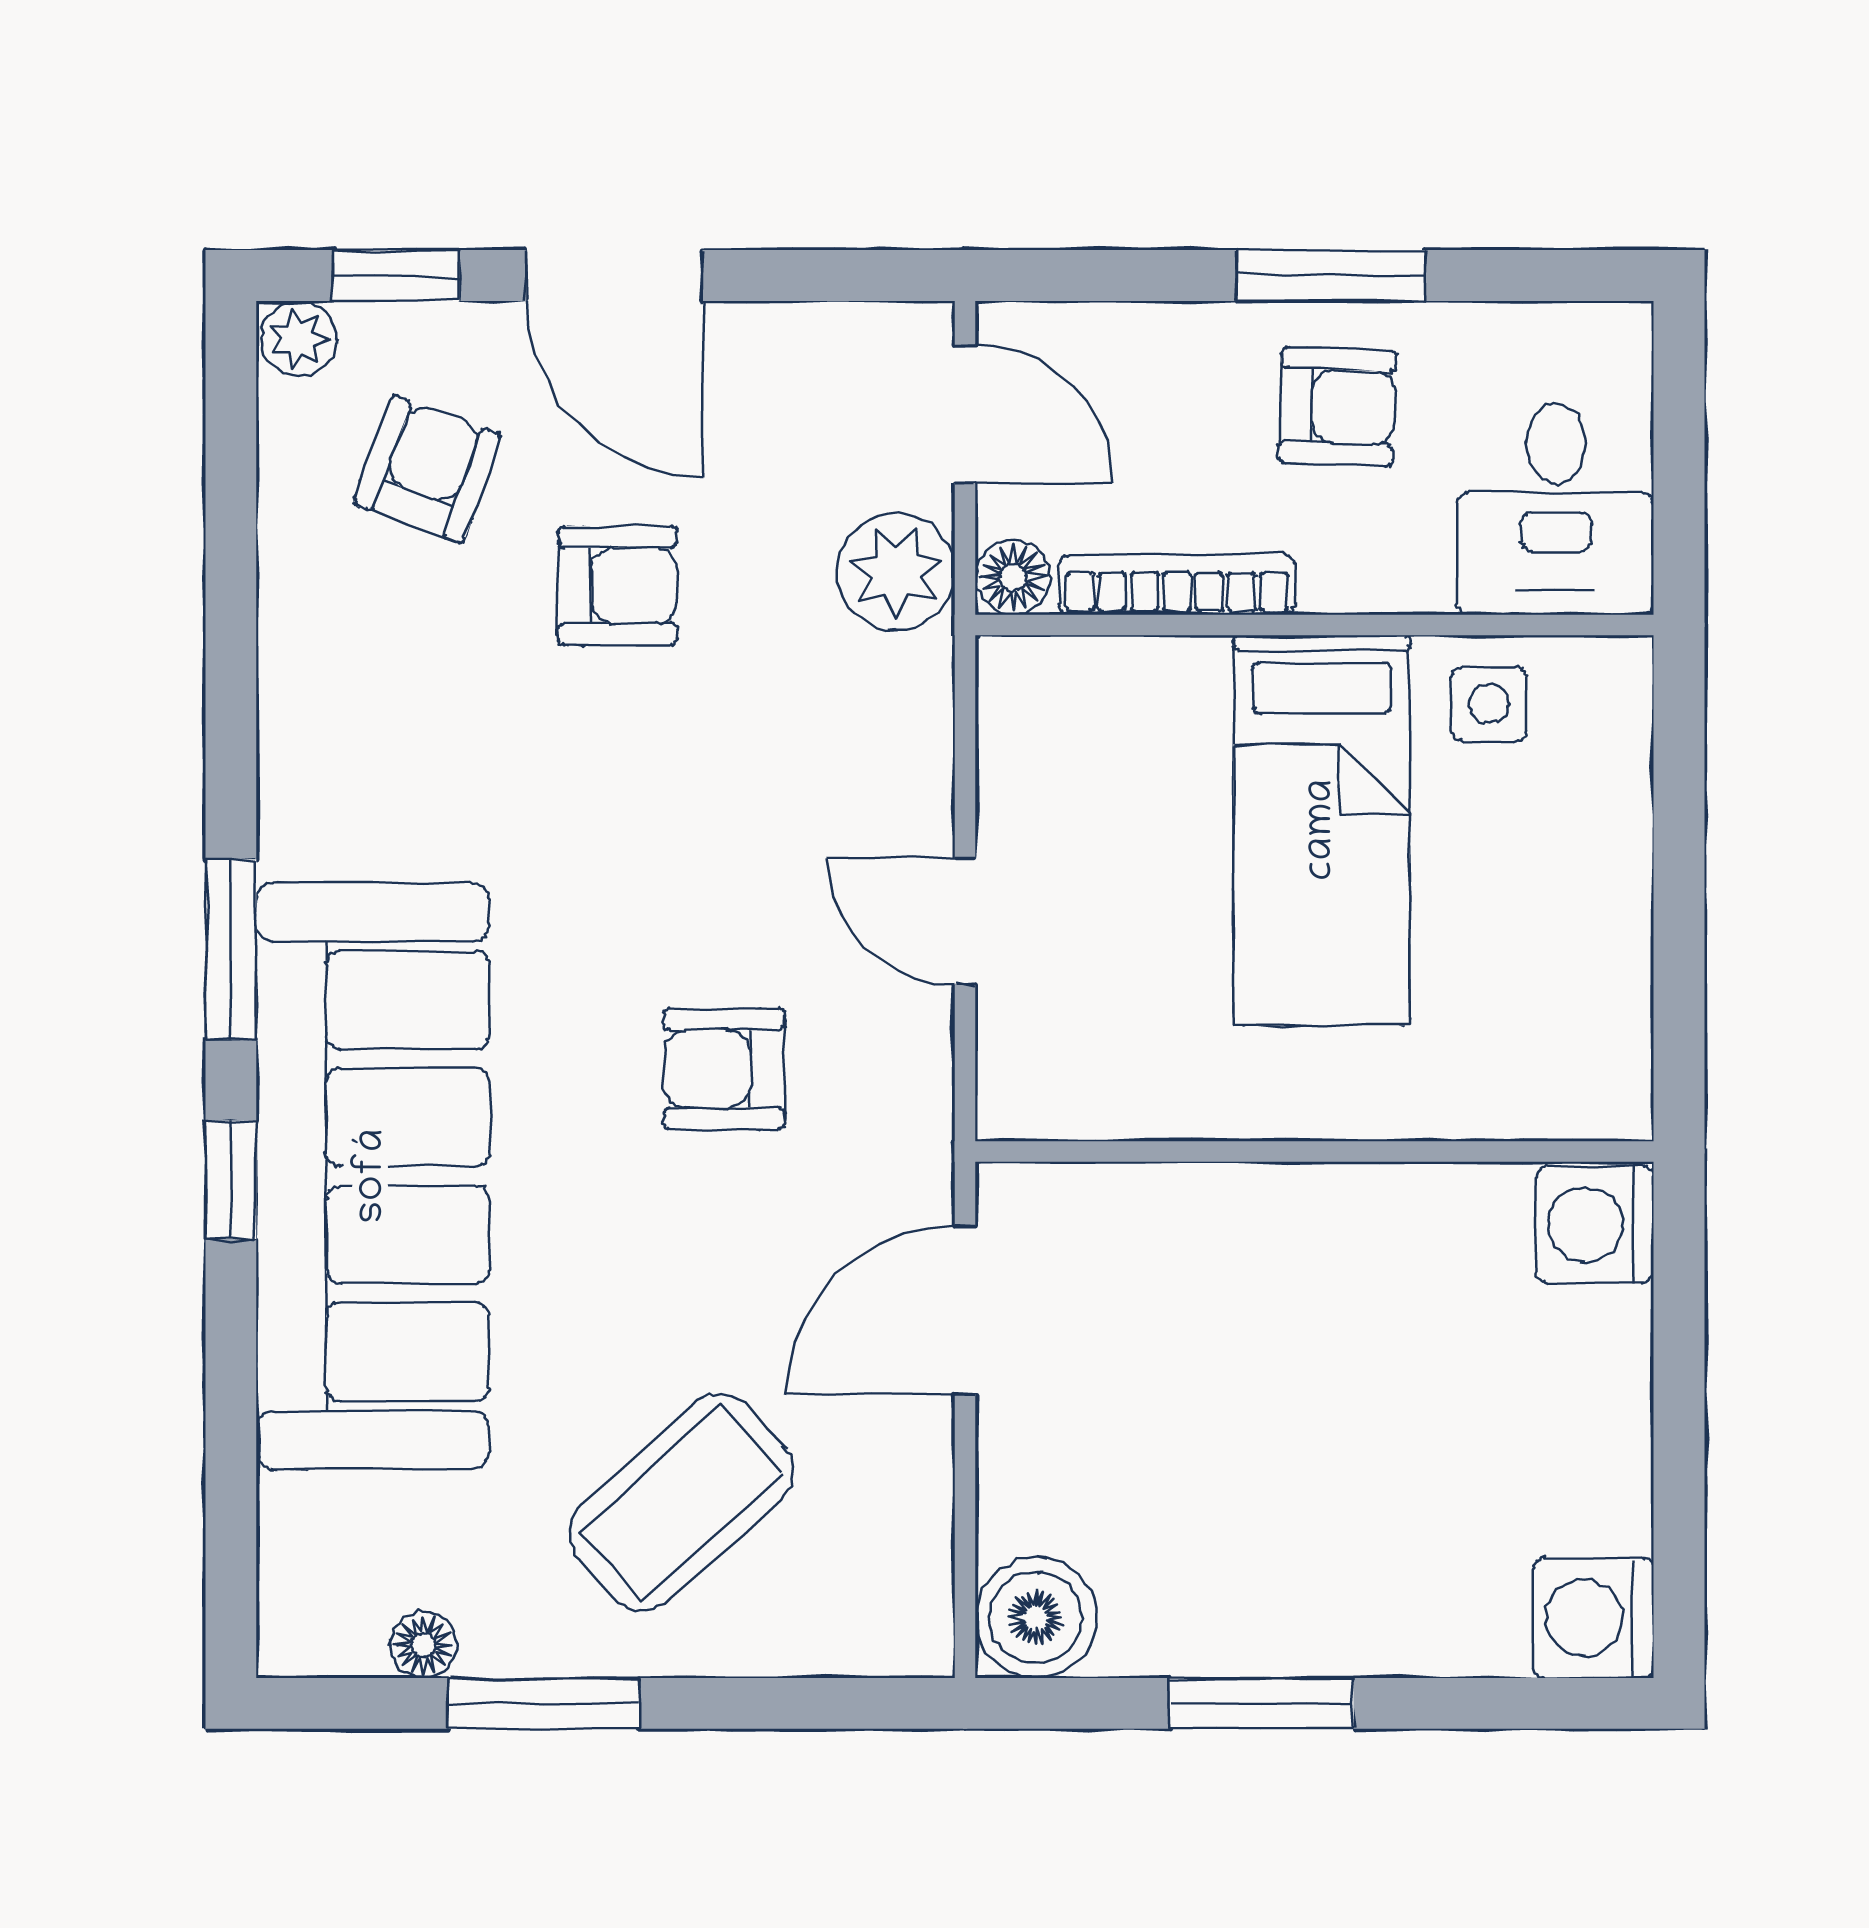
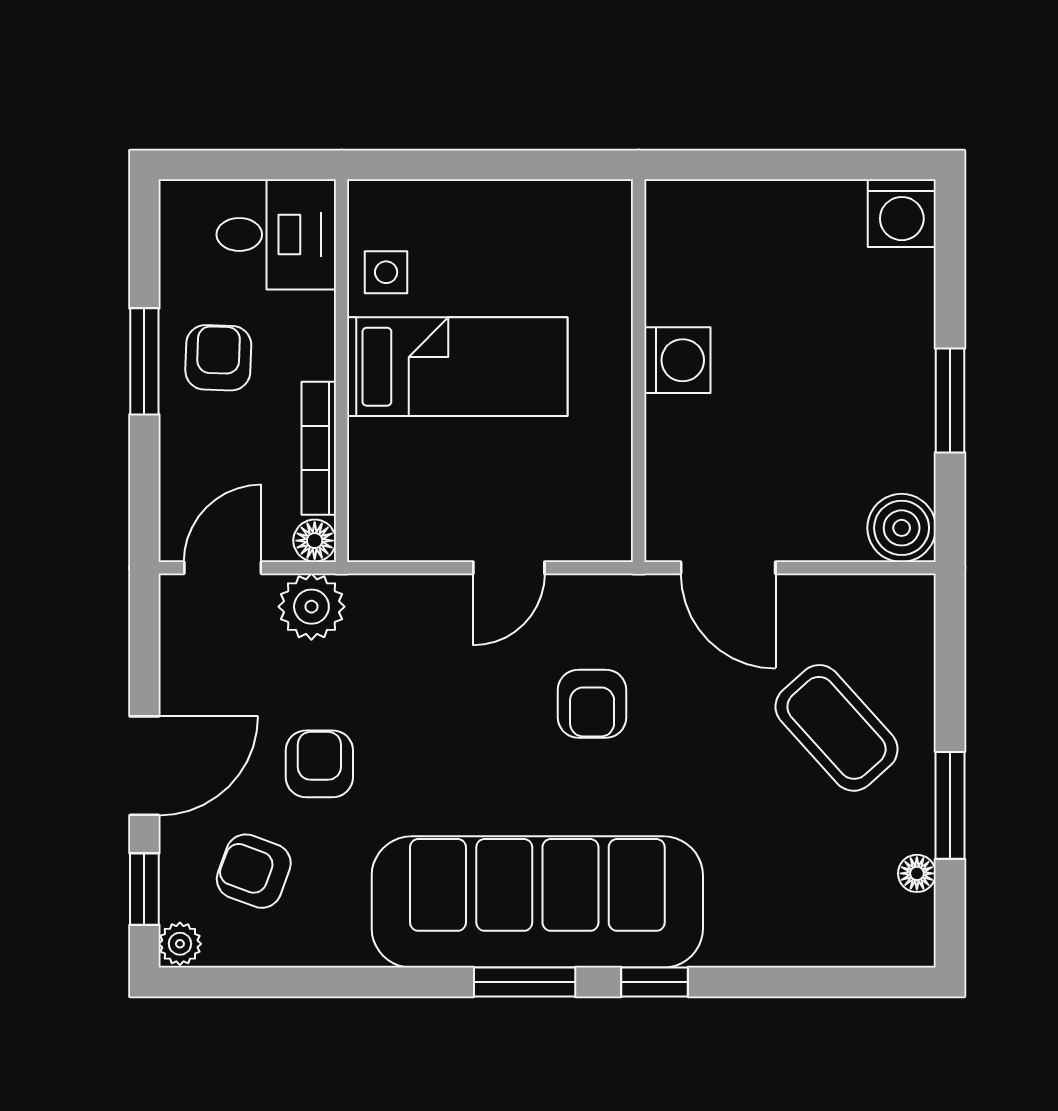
sofa: (373, 1176) -> (537, 902), moved
washing machine: (1595, 1225) -> (677, 360), moved, turned -90

